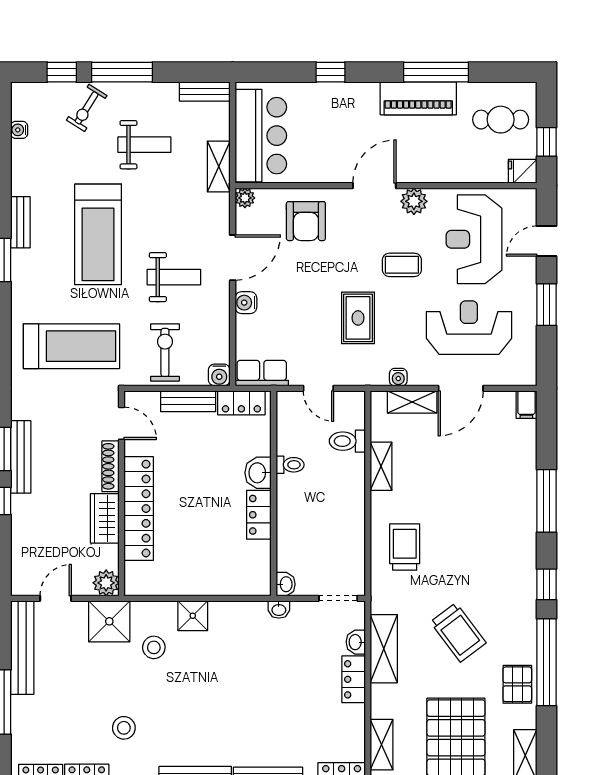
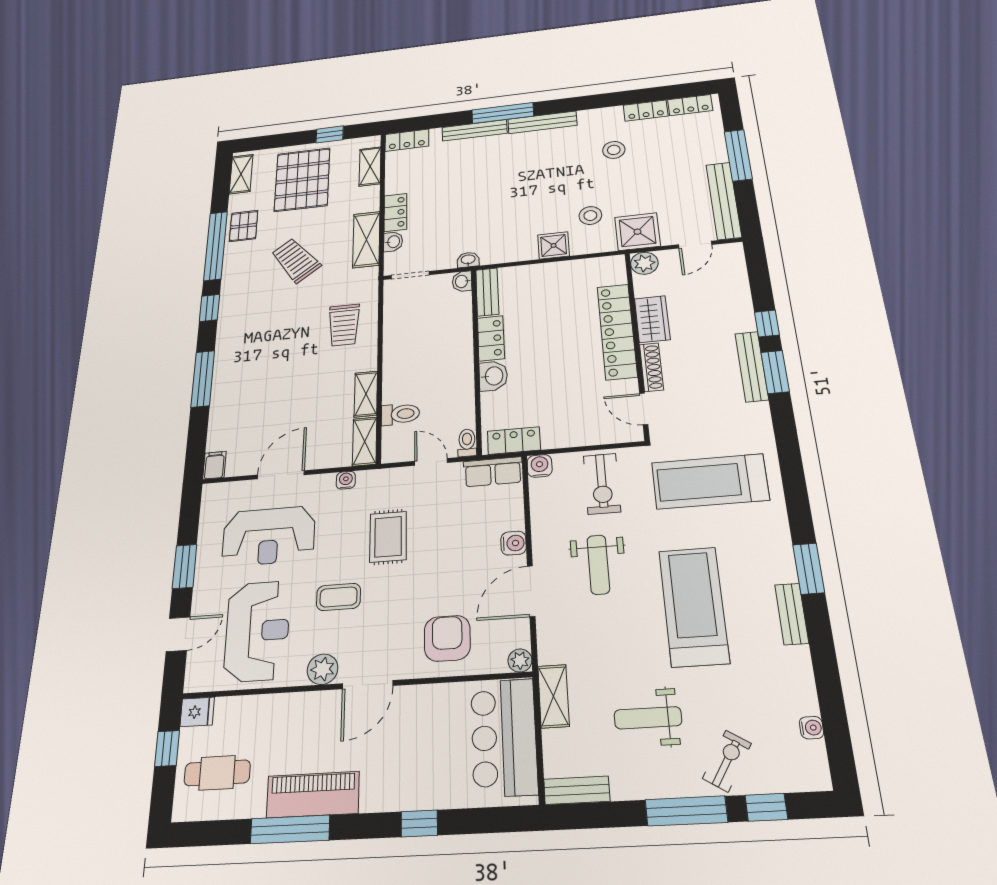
weight bench: (174, 277) -> (598, 565), turned -90
bench: (188, 401) -> (487, 292), moved, turned 90
shelving: (412, 402) -> (365, 441), moved, turned 90
toilet: (290, 465) -> (467, 443), moved, turned 90

